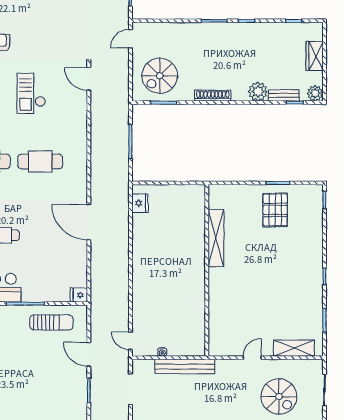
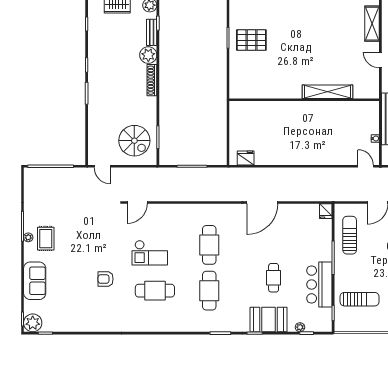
shoe rack: (213, 96) -> (152, 80), moved
shelving: (216, 238) -> (328, 92), moved
door: (130, 341) -> (366, 166), swing flipped

